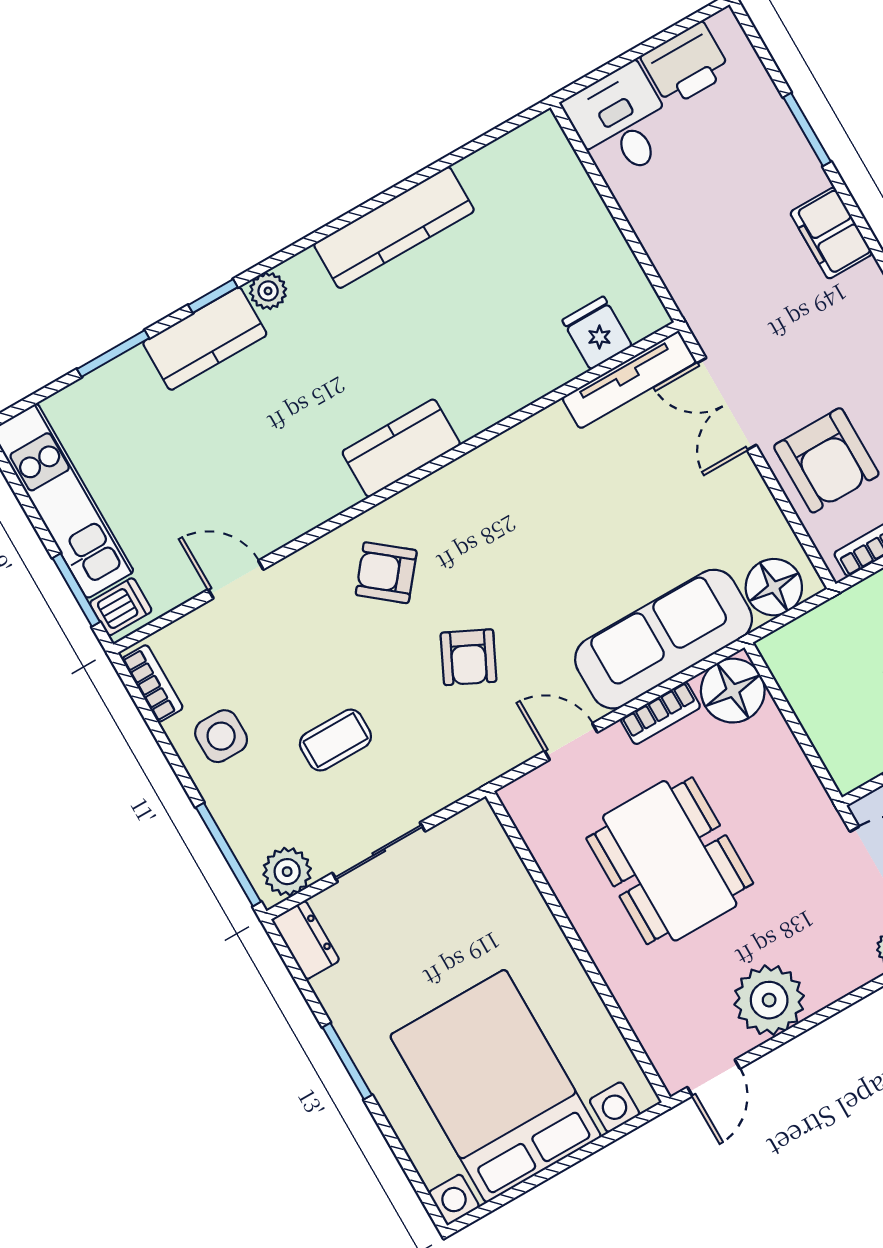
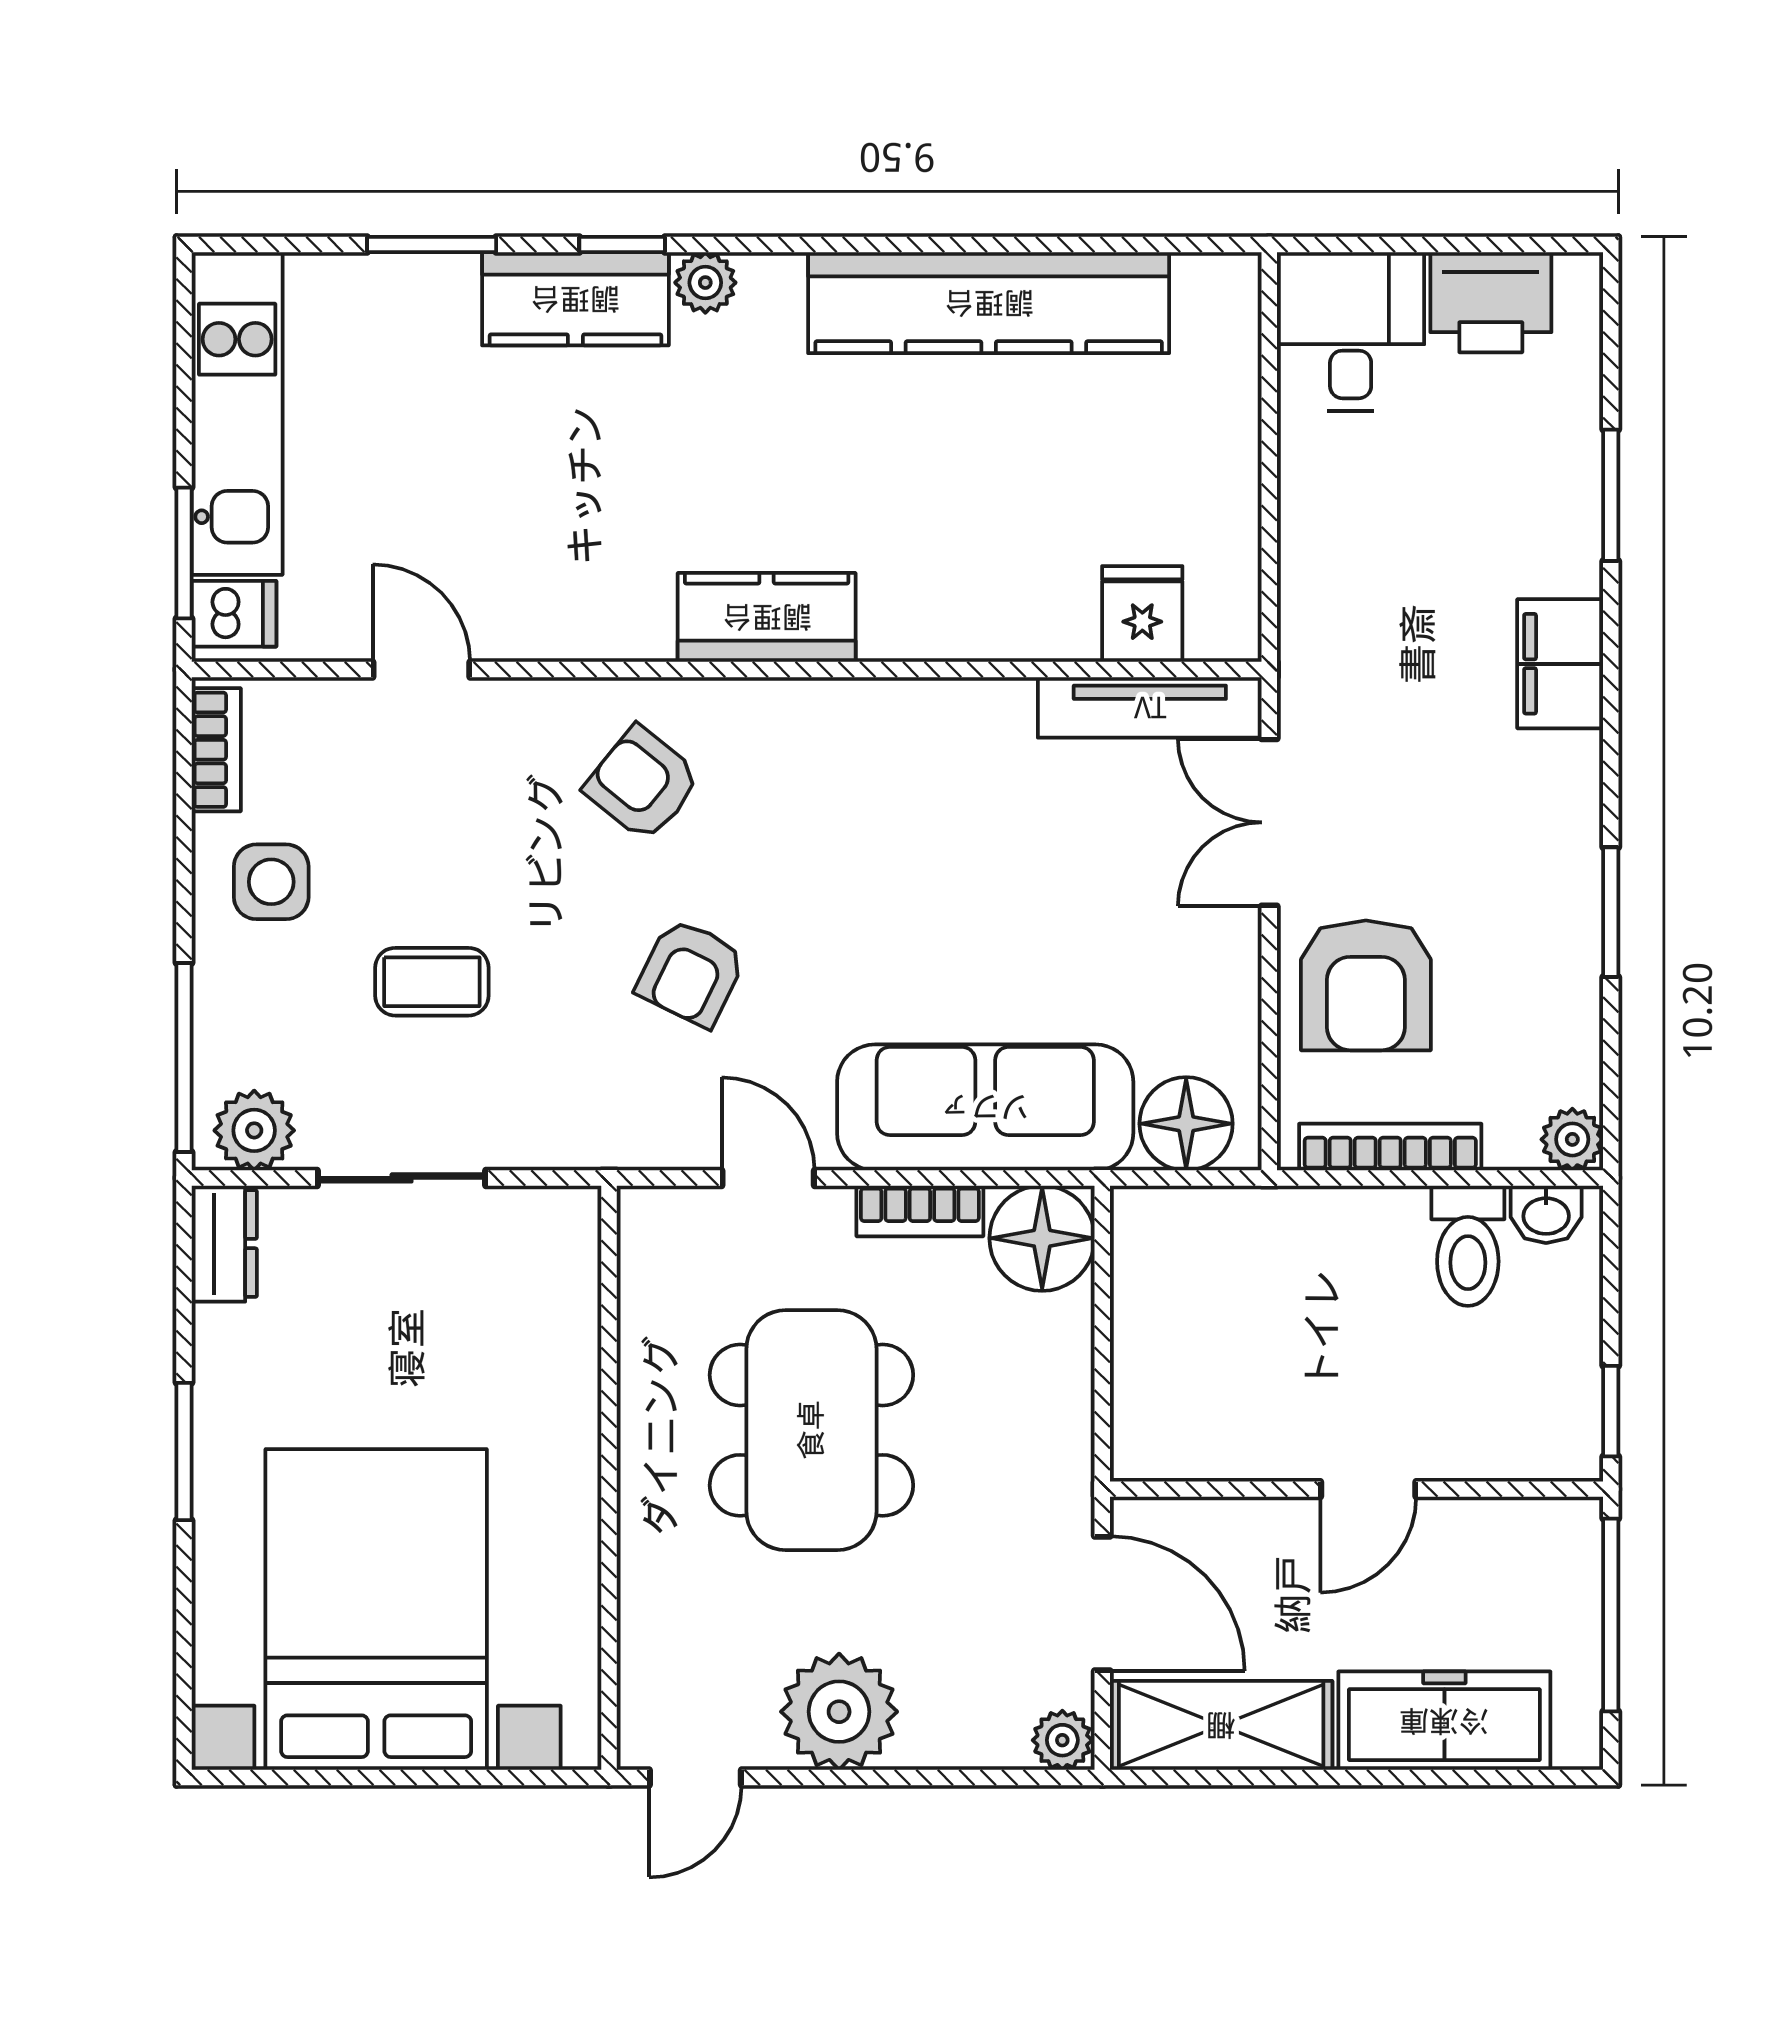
kitchen counter: (394, 228) -> (989, 303), width x1.39, depth x1.17

